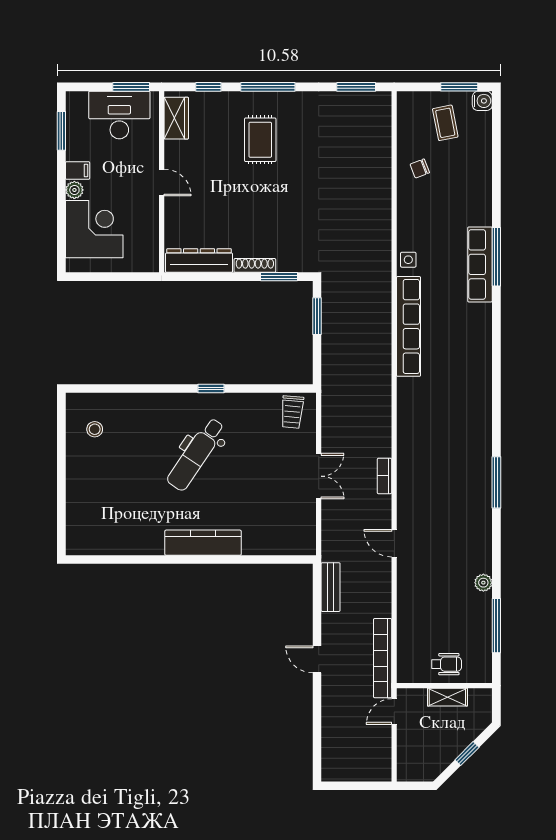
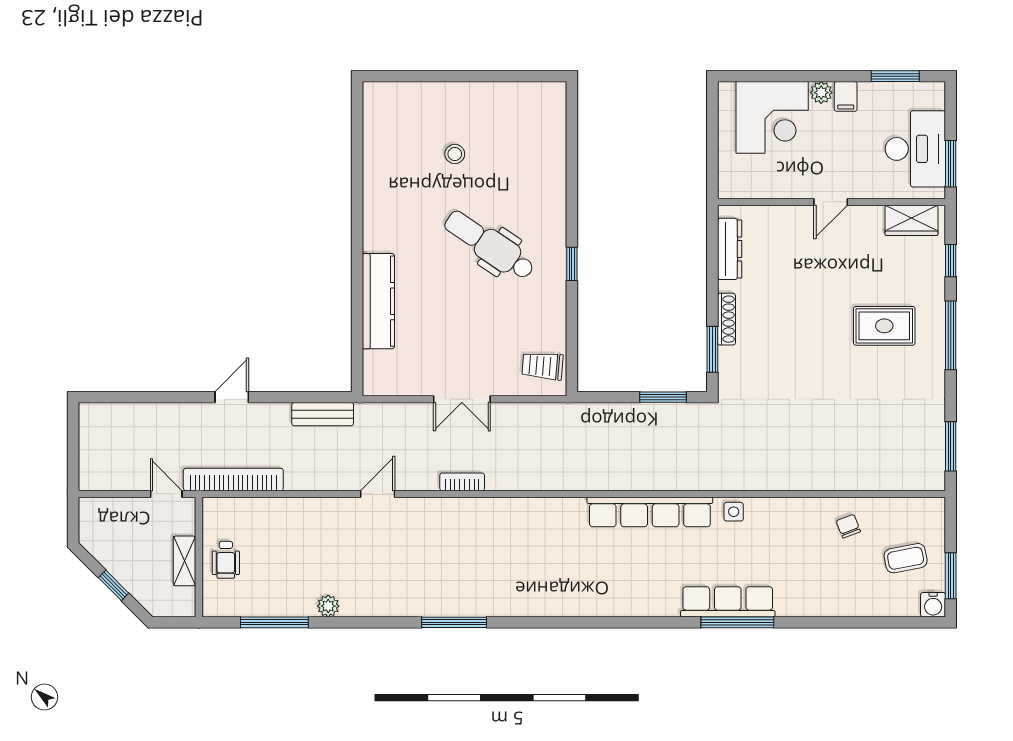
dresser: (199, 261) -> (730, 249), width x0.73, depth x0.80
stool: (95, 429) -> (455, 154), moved
kitchen counter: (203, 543) -> (378, 301), moved

